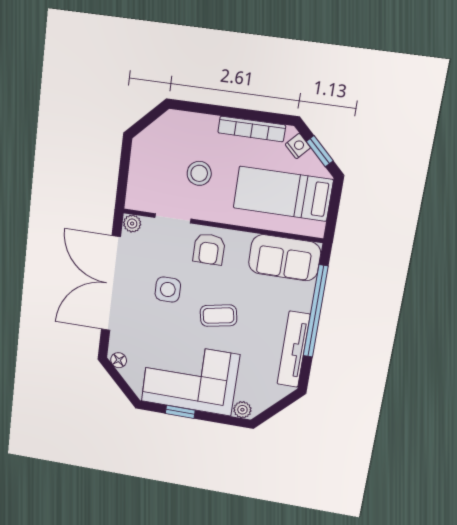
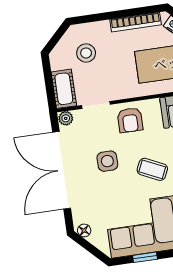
stool: (199, 173) -> (86, 53), moved
cot: (139, 187) -> (64, 89), added
coffee table: (218, 316) -> (152, 169), turned 36

